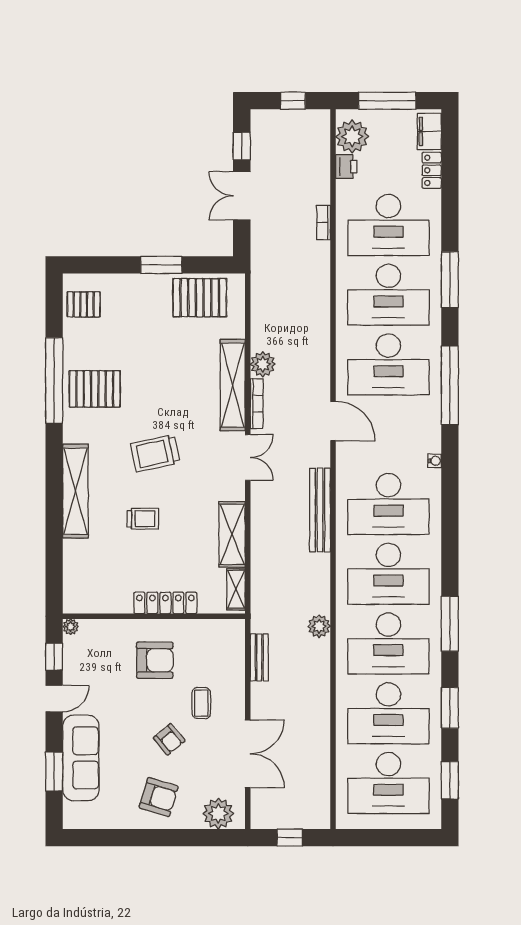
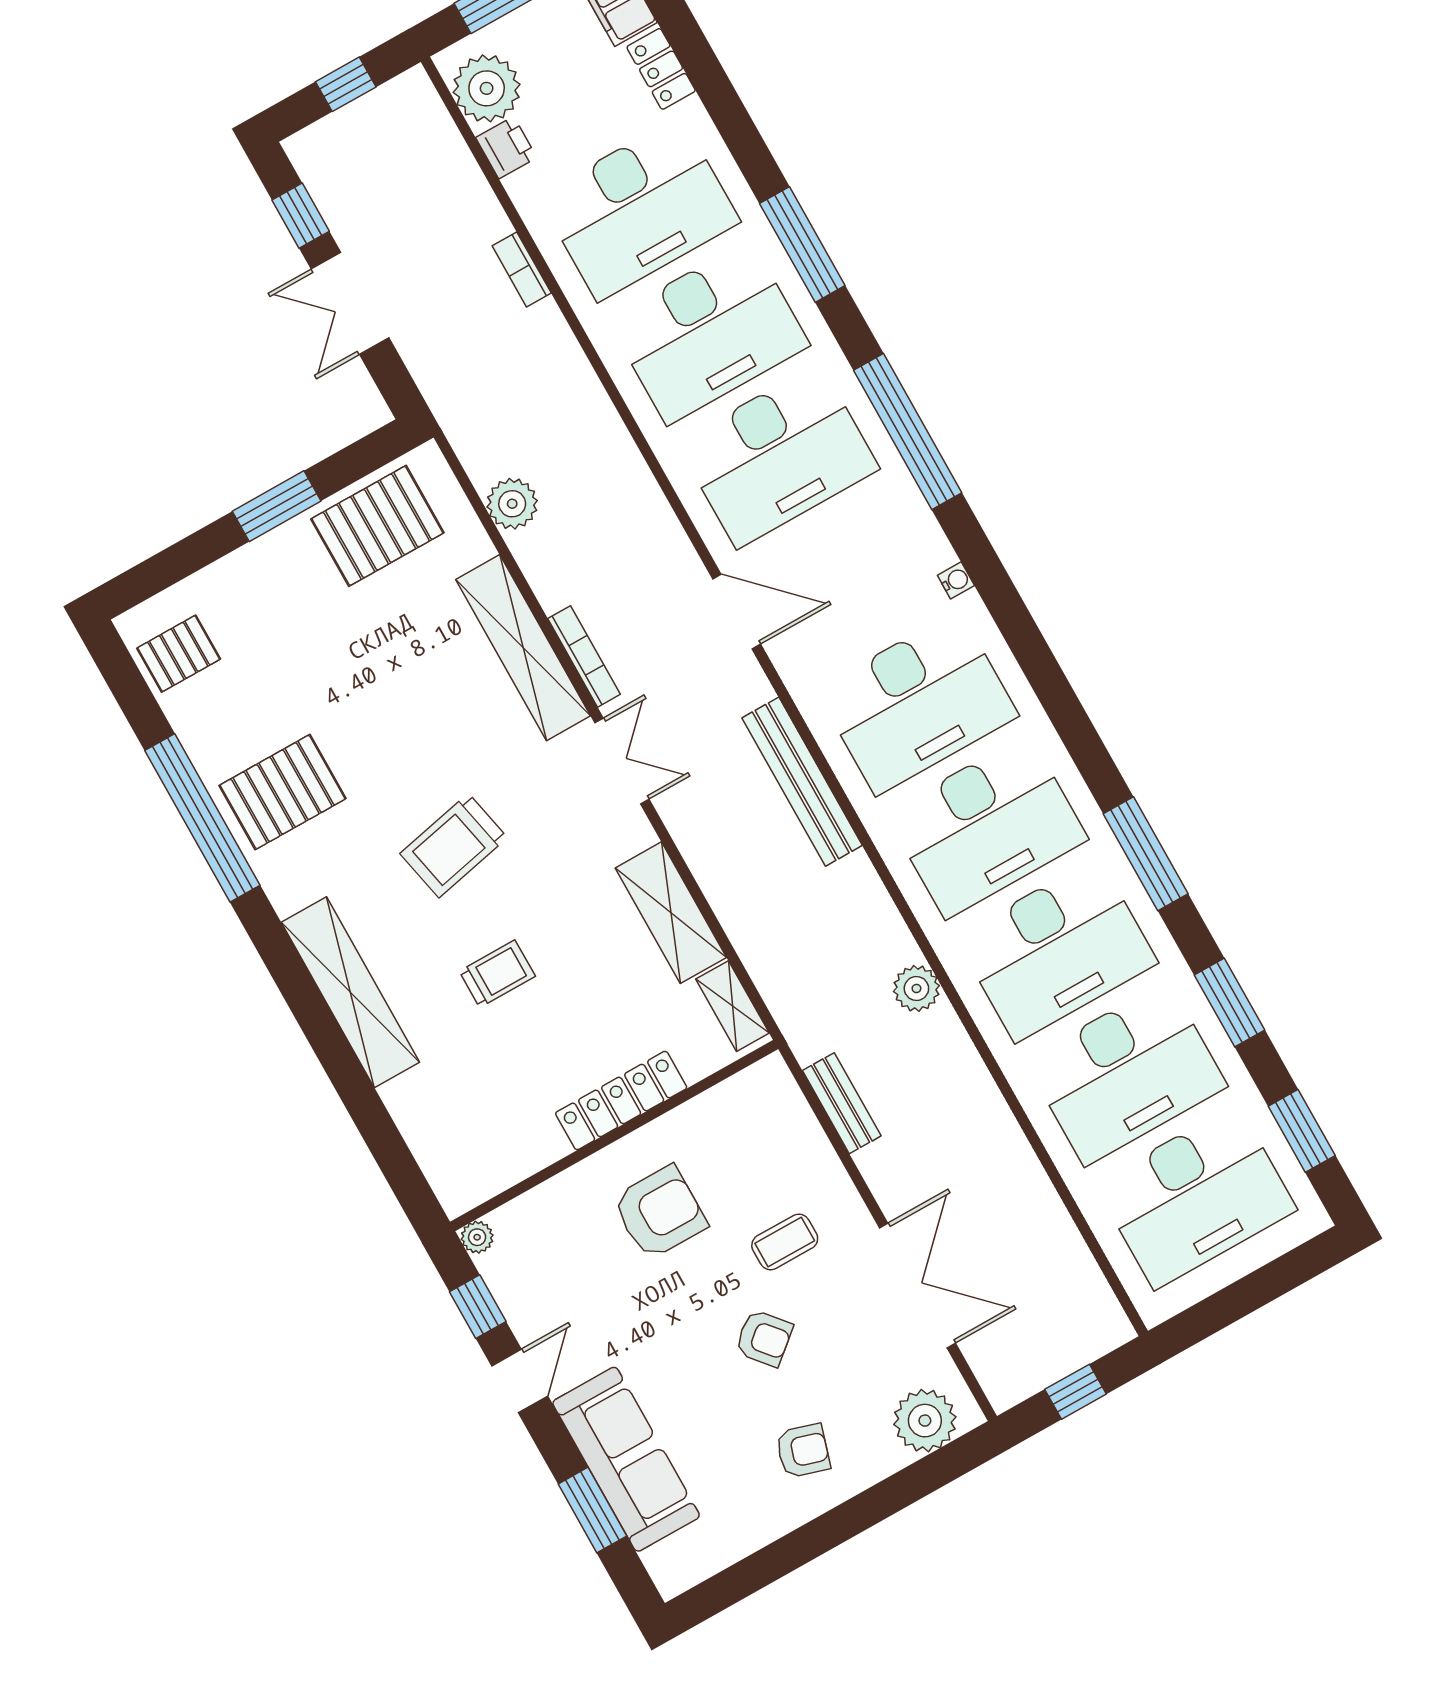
plant: (263, 364) -> (512, 504), moved
coffee table: (201, 703) -> (785, 1242), turned 90
armchair: (159, 797) -> (803, 1451), width x0.72, depth x0.72

